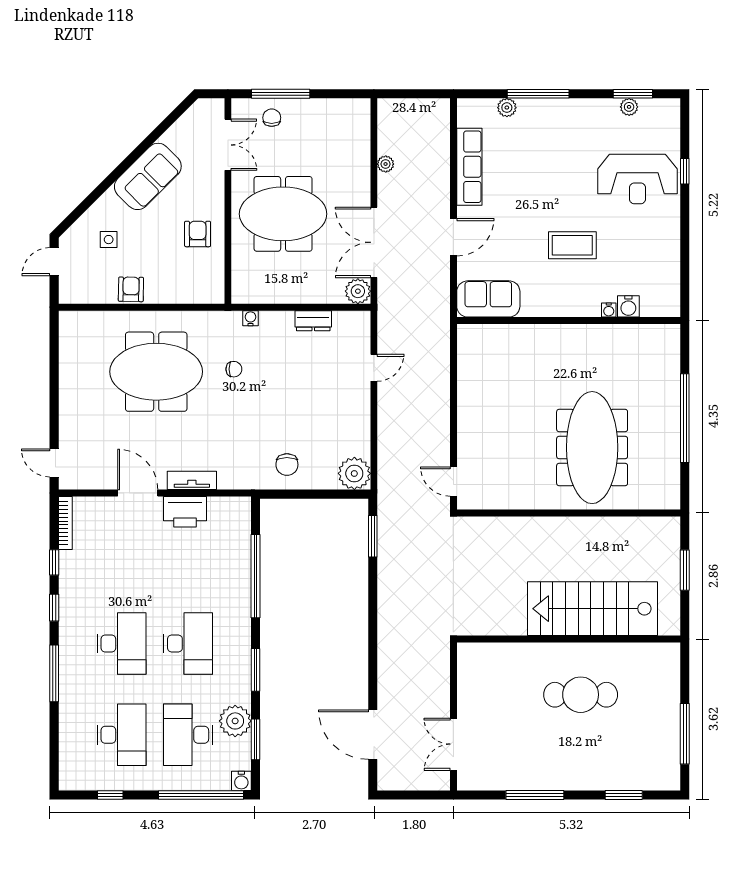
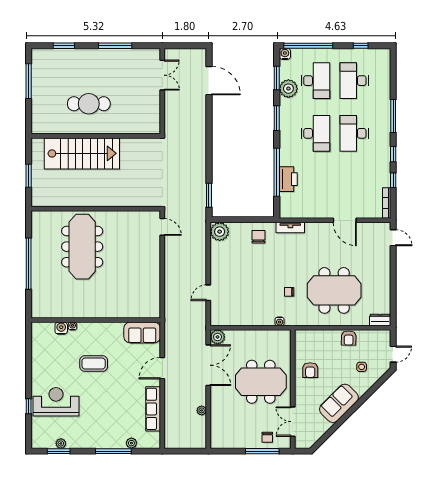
dresser: (313, 321) -> (380, 320), moved
tv unit: (192, 480) -> (290, 228), moved
printer: (185, 512) -> (288, 179), moved, turned 90
desk: (188, 643) -> (316, 133), turned 180

